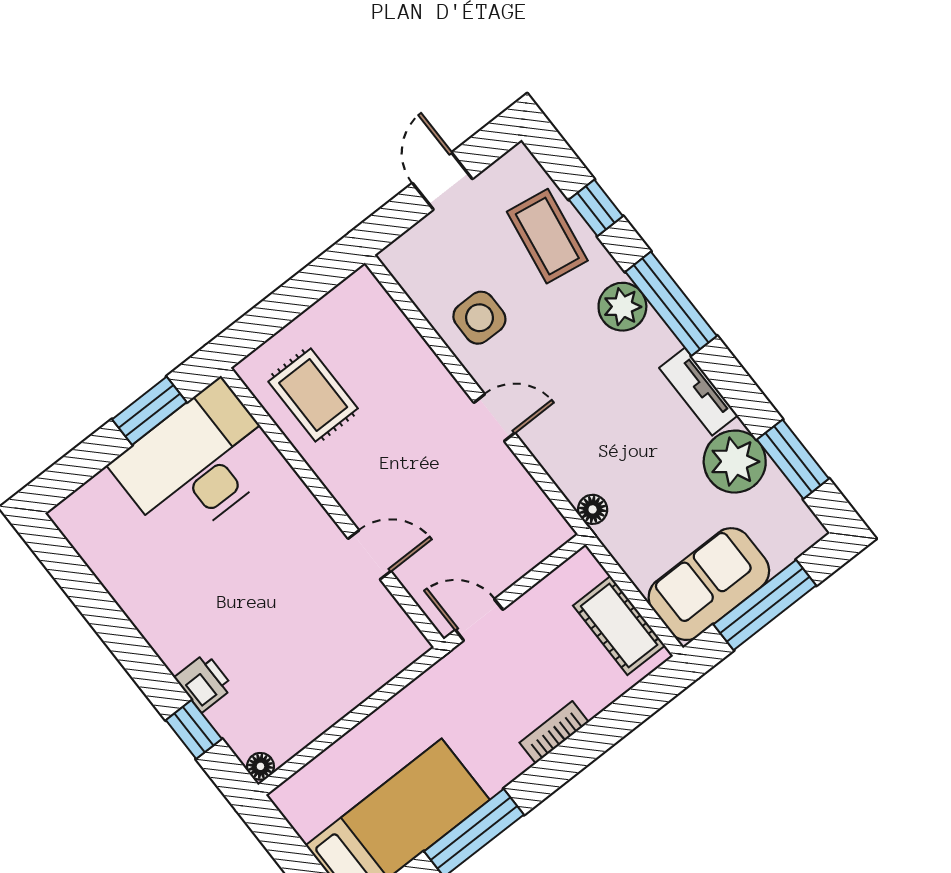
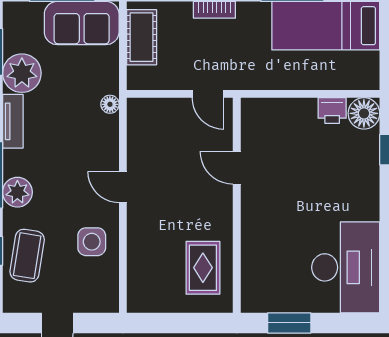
desk: (197, 463) -> (346, 267), moved, turned -90
printer: (204, 683) -> (332, 110), moved, turned -90
floor lamp: (260, 766) -> (364, 113), width x1.89, depth x1.89

